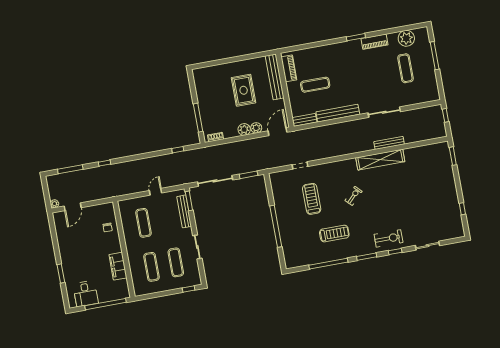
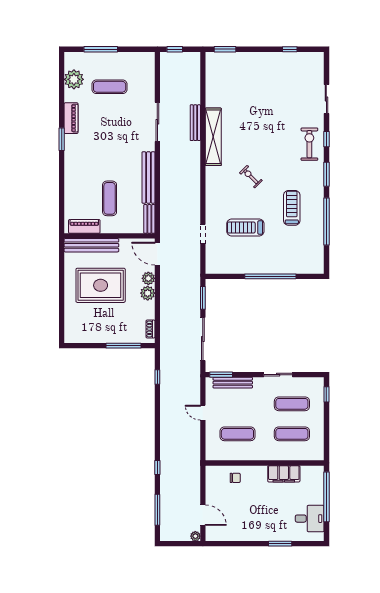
rug: (244, 90) -> (101, 285), width x1.37, depth x1.44

